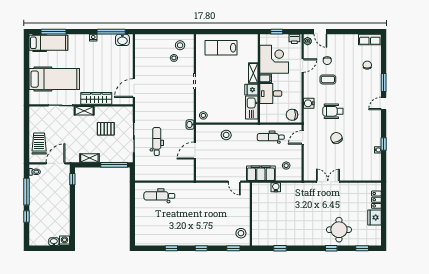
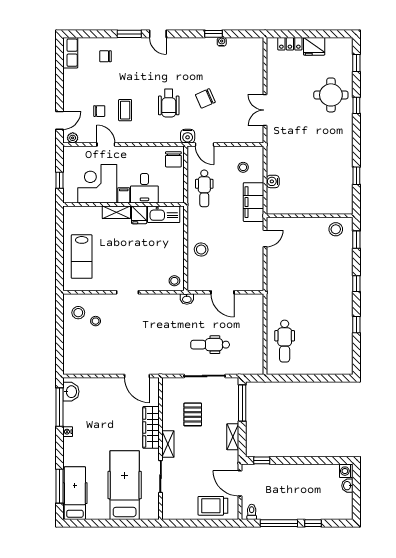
printer: (294, 39) -> (70, 156), removed
water cooler: (309, 103) -> (188, 136), moved

